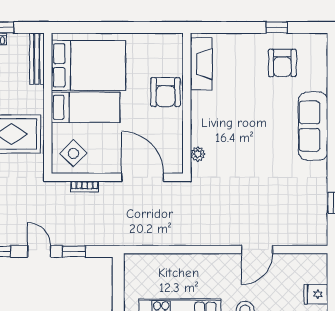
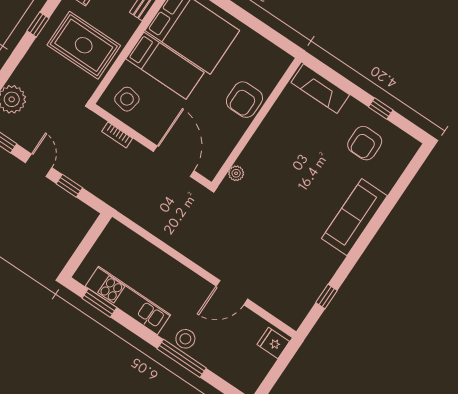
fireplace: (201, 64) -> (320, 89), moved, turned 90
side table: (73, 153) -> (127, 99), turned -34
fridge: (316, 294) -> (273, 343), moved

